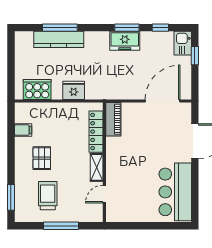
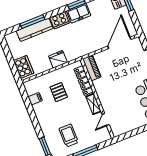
cooker: (96, 40) -> (59, 20), added
cooker: (37, 89) -> (24, 67), moved, turned 90
pallet: (42, 158) -> (59, 92), moved

